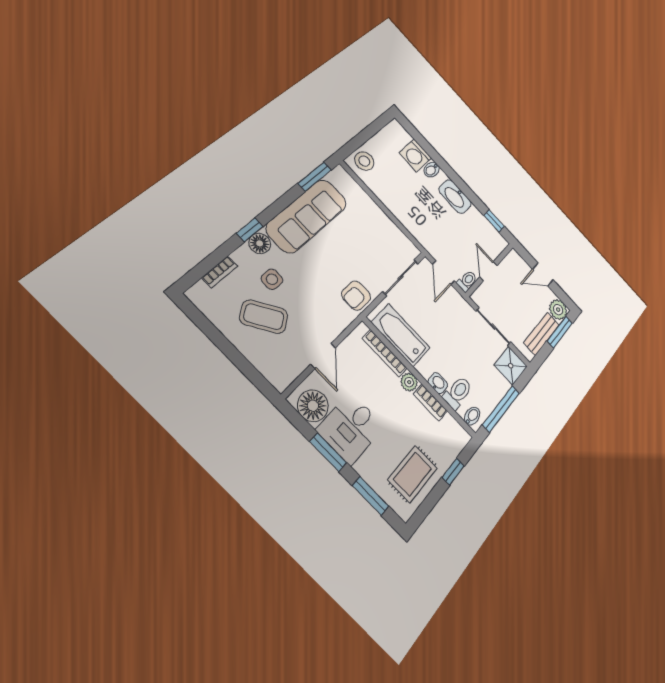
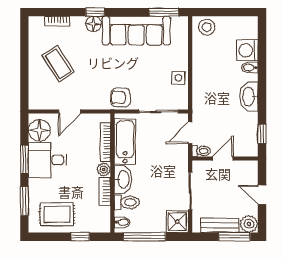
side table: (272, 279) -> (178, 78), moved
washbasin: (438, 383) -> (123, 180), width x1.91, depth x1.45

